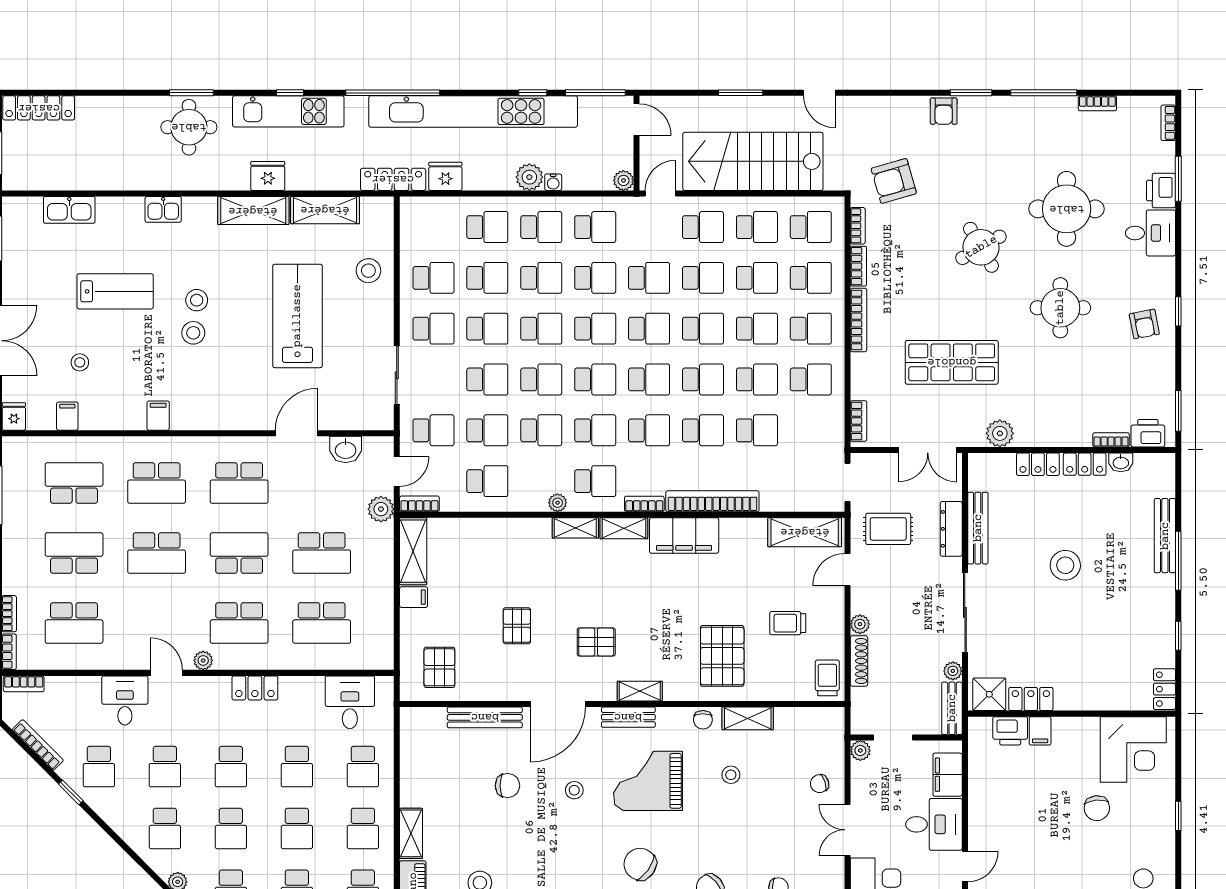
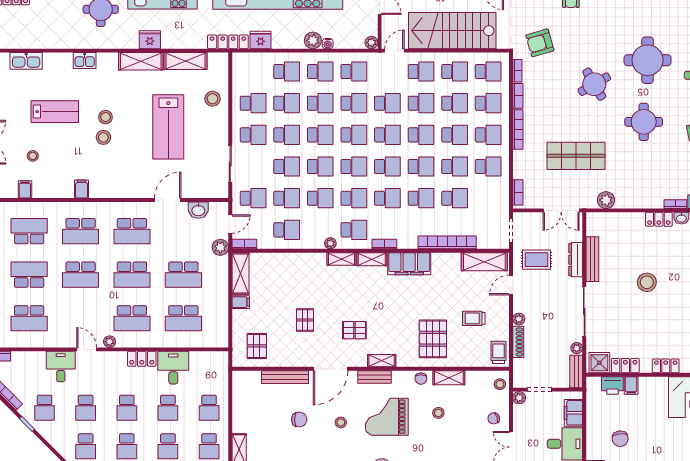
lab bench: (297, 316) -> (168, 127), turned 180
locker: (1038, 464) -> (666, 366), moved, turned 180
bookcase: (712, 501) -> (447, 242), moved
school desk: (239, 553) -> (132, 275), turned 180
desk: (350, 702) -> (173, 368), moved
stool: (830, 729) -> (500, 384), added
chair: (1097, 808) -> (620, 439), moved

